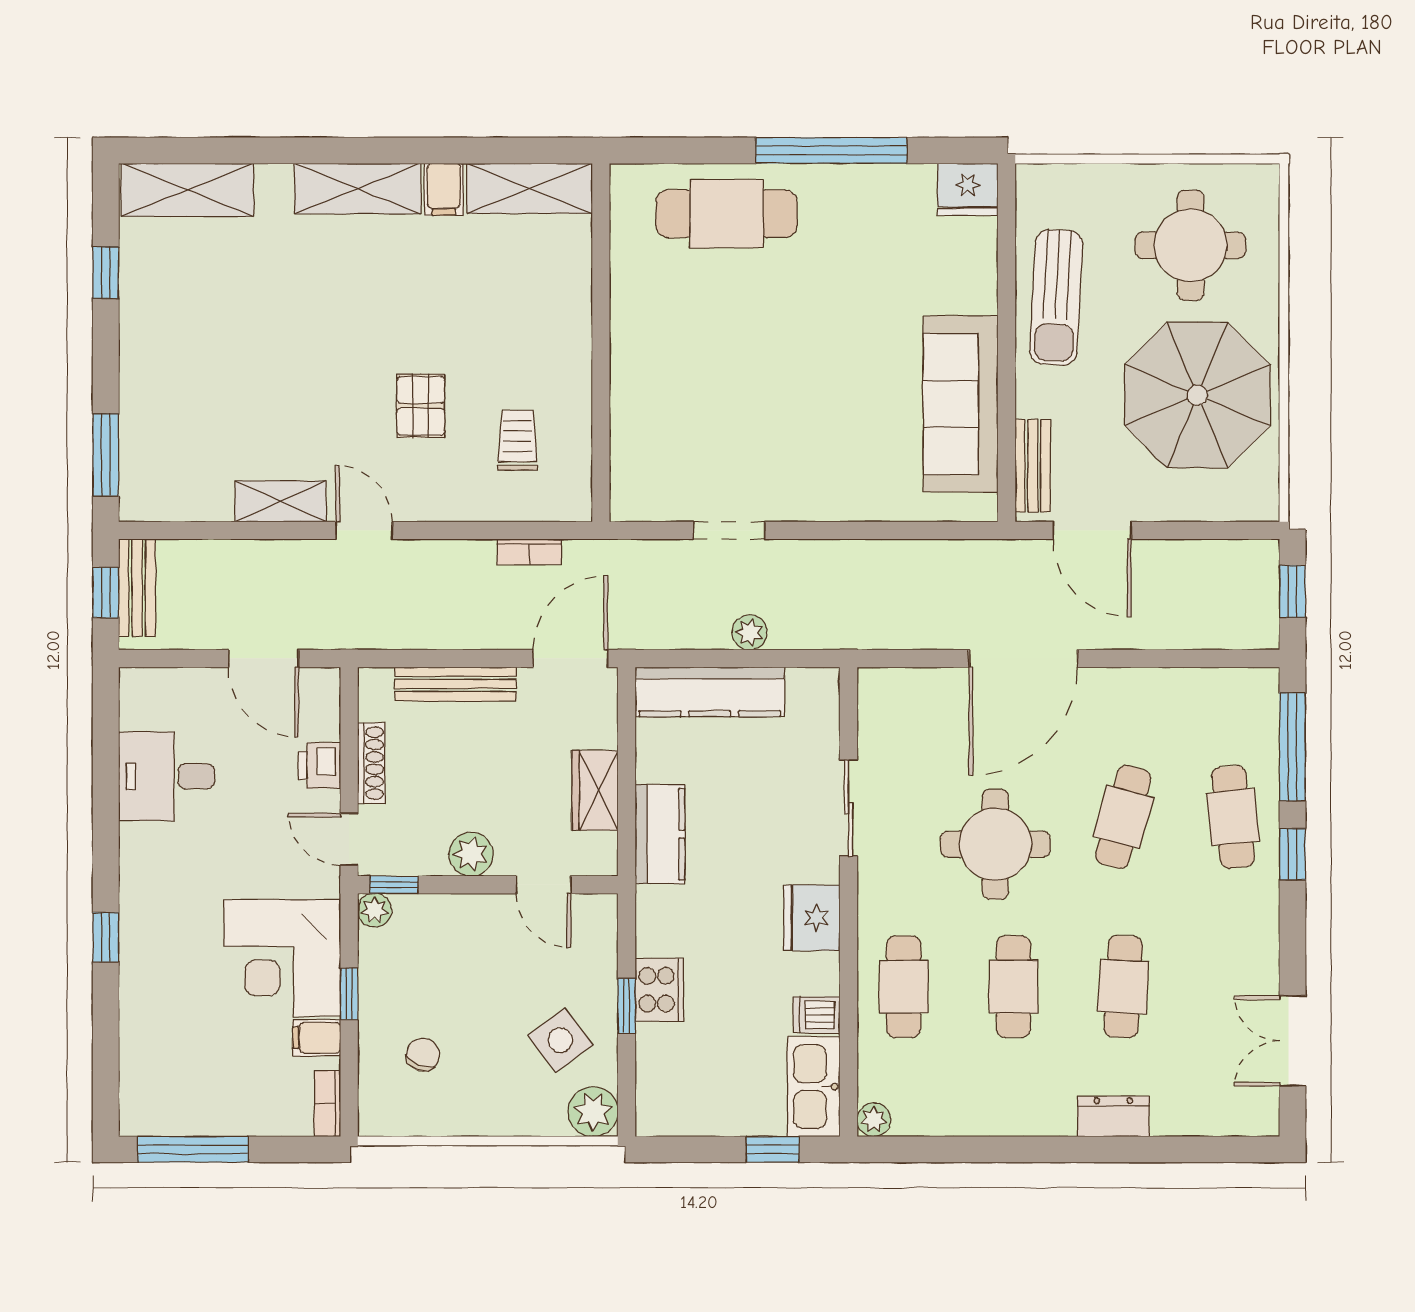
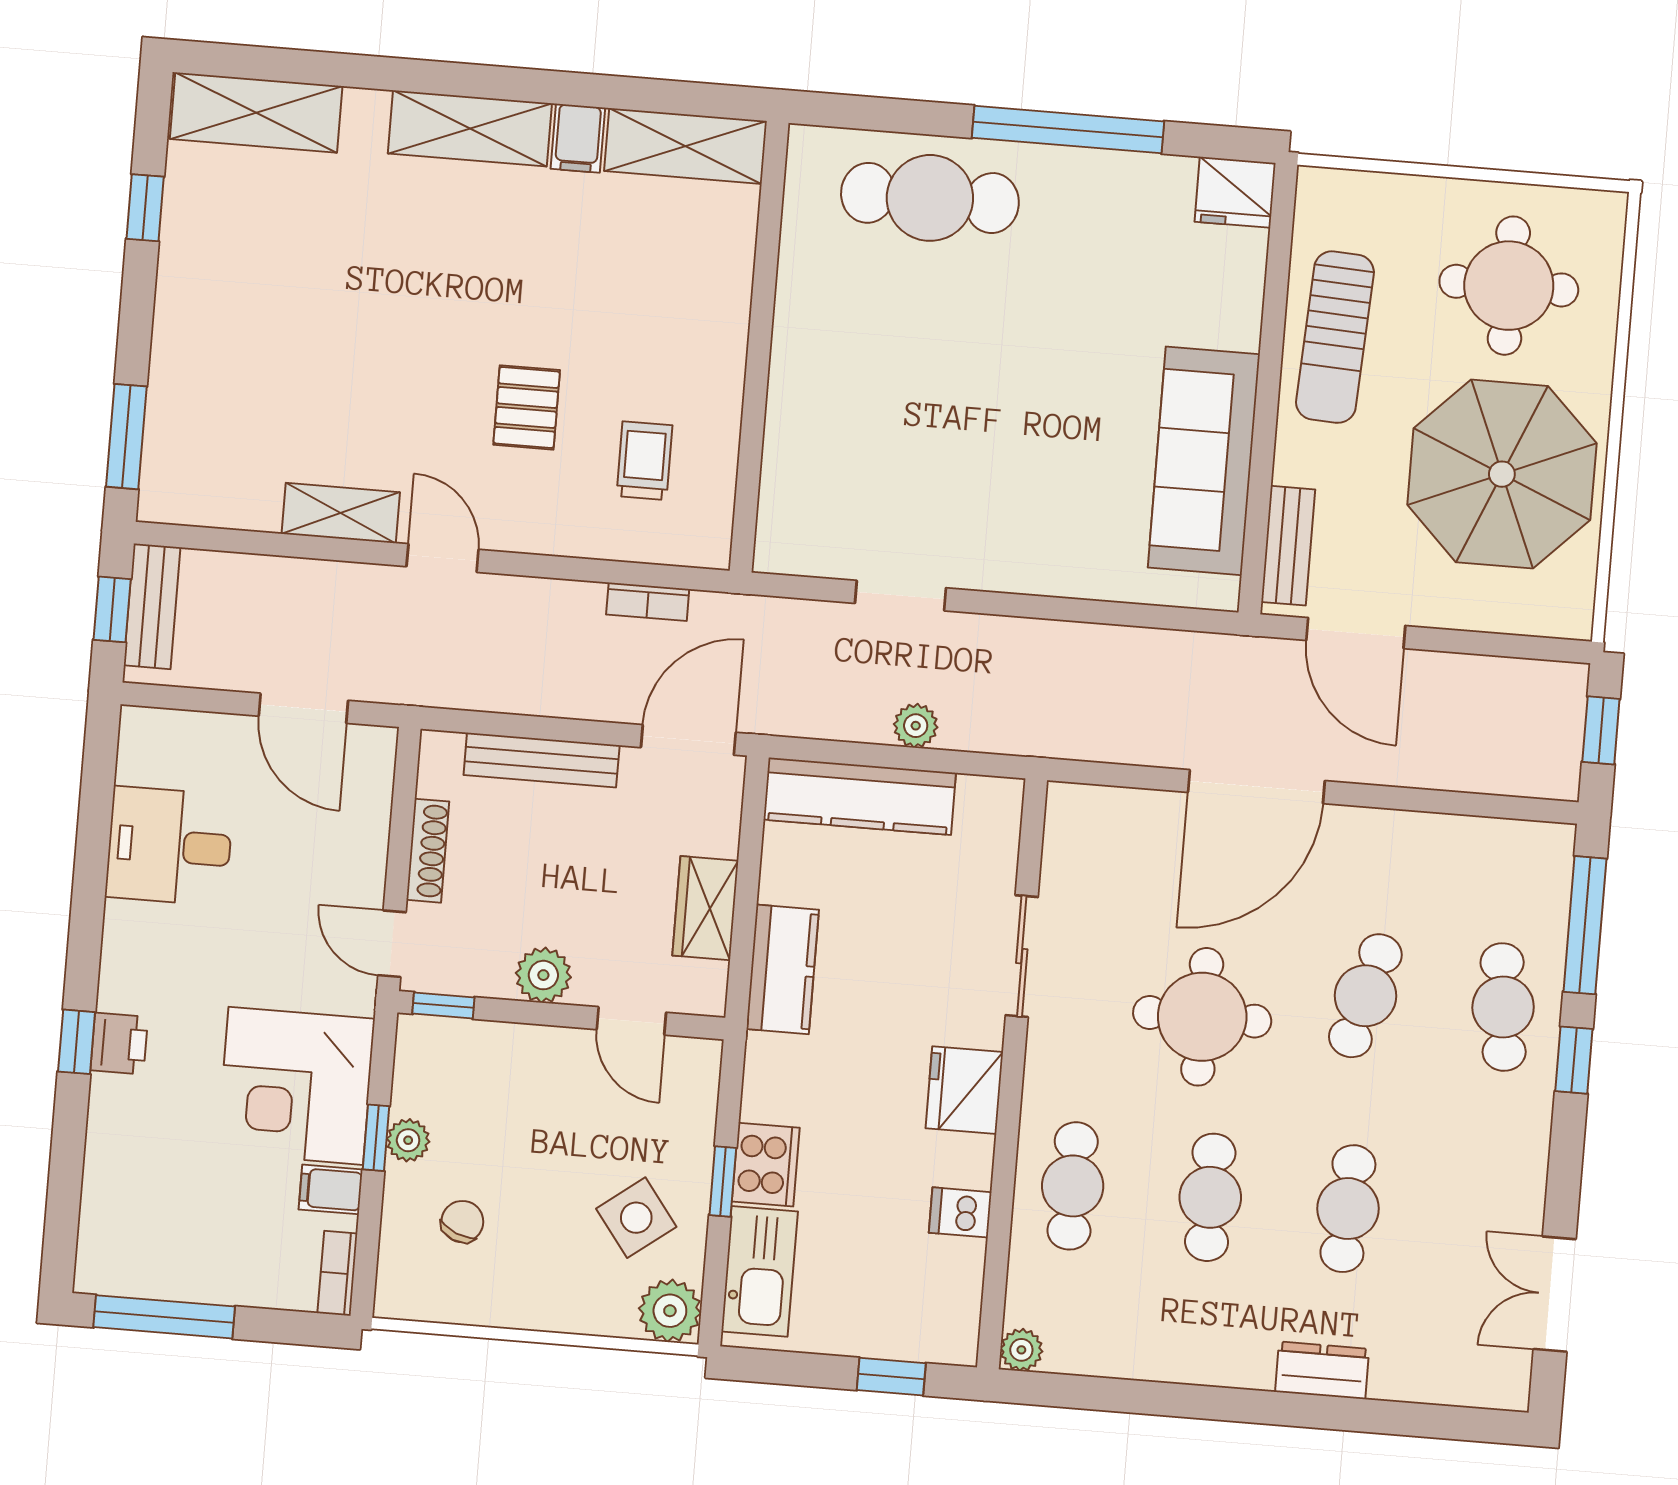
printer: (319, 766) -> (119, 1044), moved, turned 180
plant: (375, 910) -> (408, 1140), moved
kitchen sink: (814, 1087) -> (760, 1271), moved, turned 180

